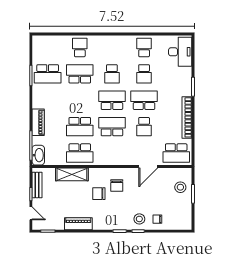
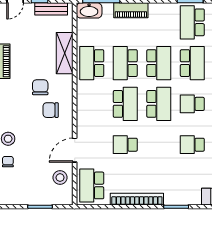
school desk: (144, 100) -> (159, 63), moved
door: (148, 167) -> (75, 150), hinge flipped
stool: (180, 187) -> (60, 178), moved

